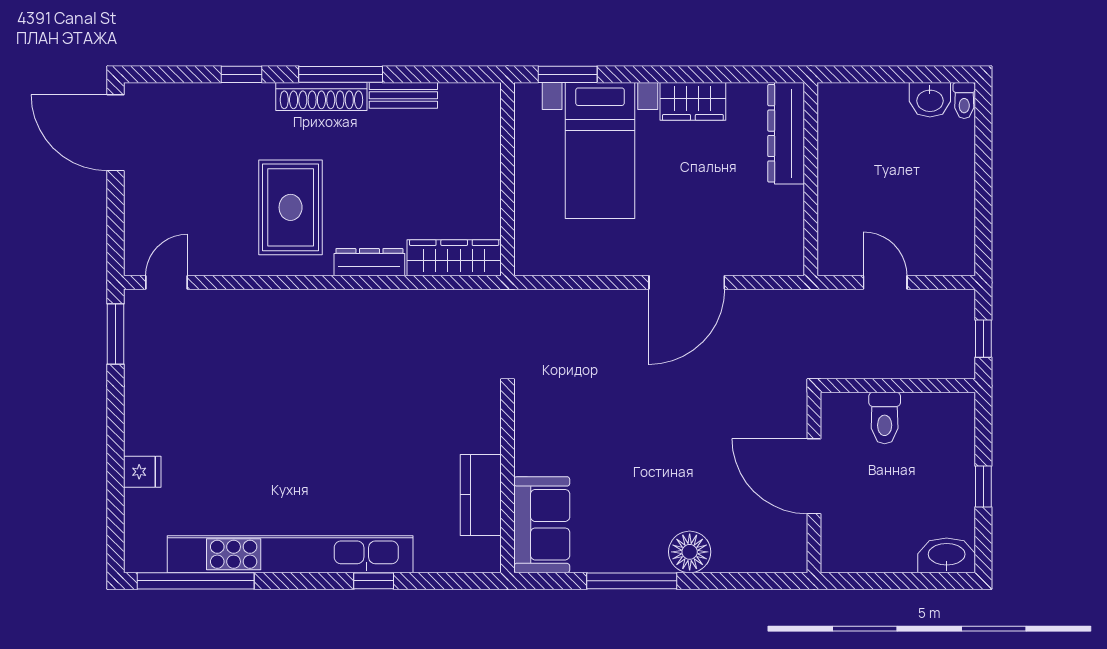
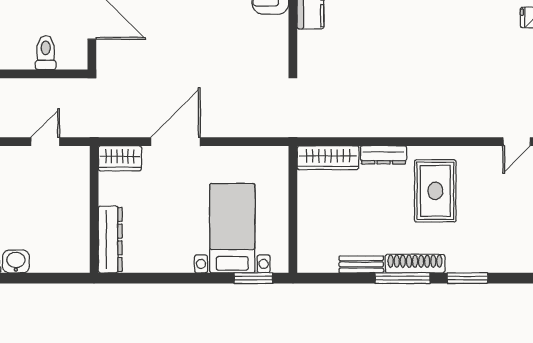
window: (241, 74) -> (467, 278), width x1.50
wardrobe: (693, 101) -> (120, 158), moved, turned 180
door: (885, 282) -> (45, 142), swing flipped

